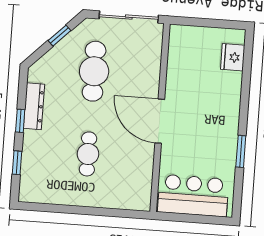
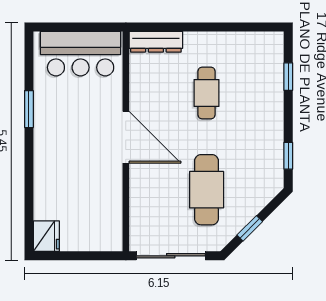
fridge: (233, 57) -> (46, 236), moved
dresser: (34, 106) -> (156, 42), moved, turned -90
window: (20, 121) -> (288, 156), moved

